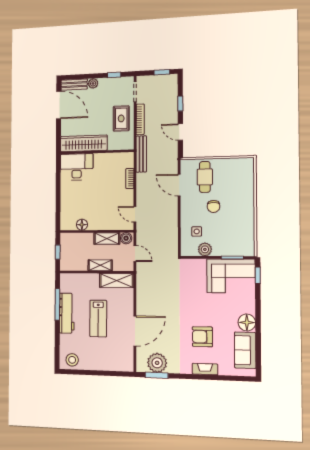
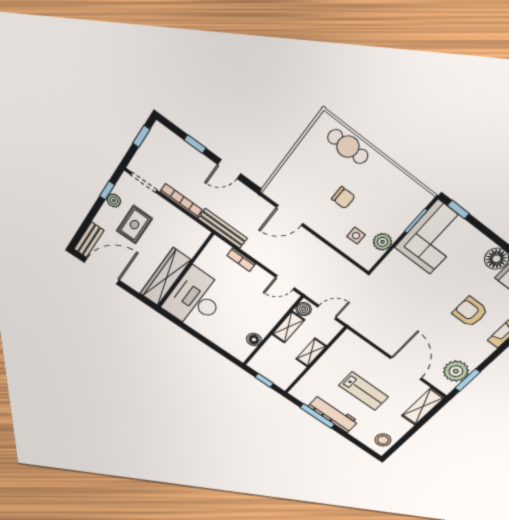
plant: (93, 83) -> (114, 201), moved
rug: (121, 118) -> (134, 225), moved, turned 90
desk: (77, 167) -> (195, 299), width x1.36, depth x1.30
cafe table: (205, 177) -> (348, 147), moved
shelving: (117, 280) -> (423, 407), moved
armchair: (202, 337) -> (470, 312), turned 90

